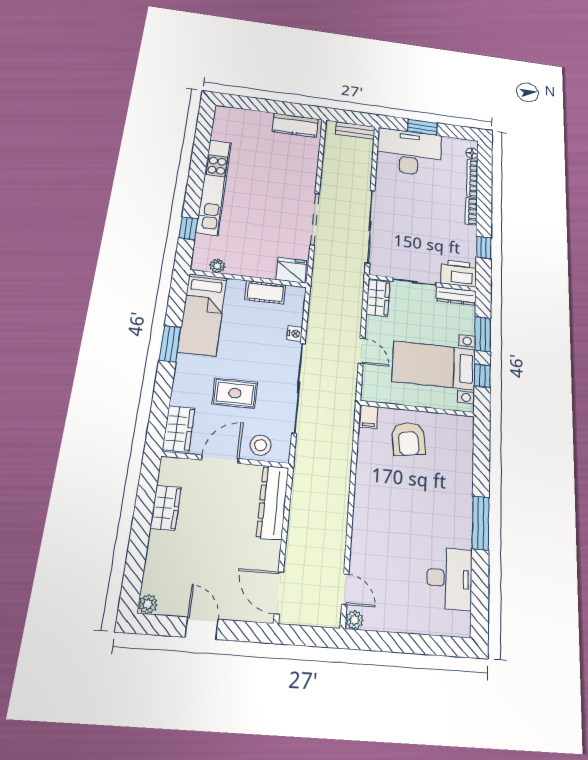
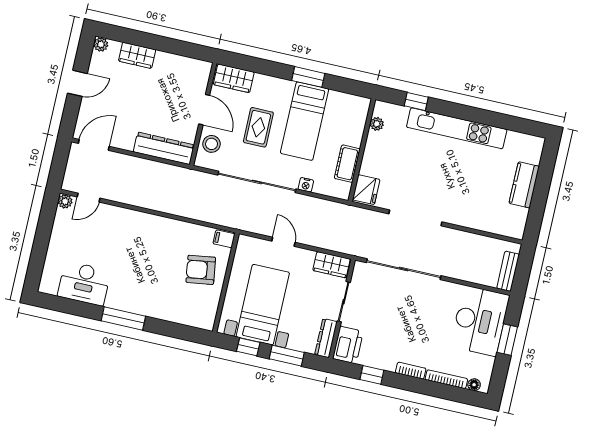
kitchen counter: (295, 125) -> (524, 185), moved
bed: (202, 314) -> (305, 121), moved, turned -90
door: (362, 351) -> (283, 242), swing flipped
wardrobe: (166, 508) -> (137, 55), moved

